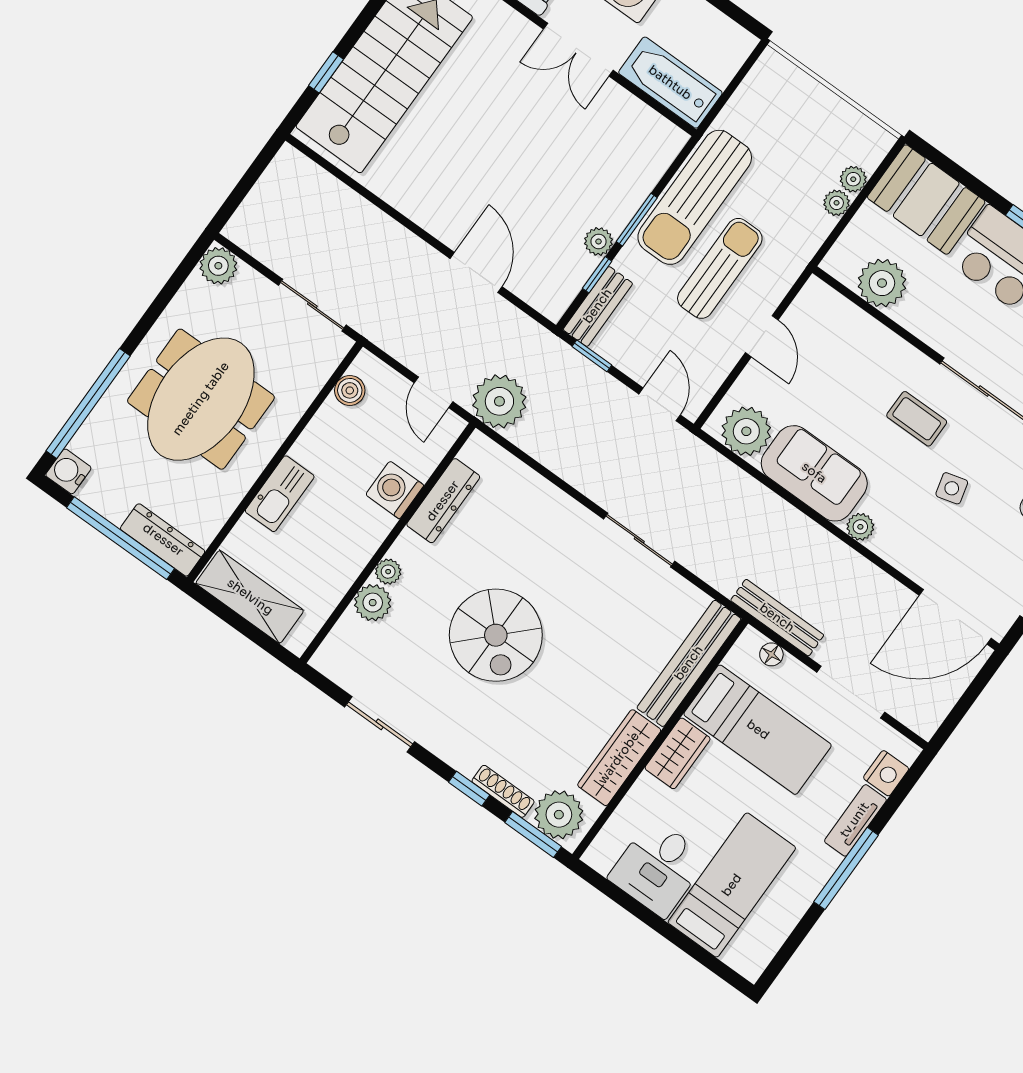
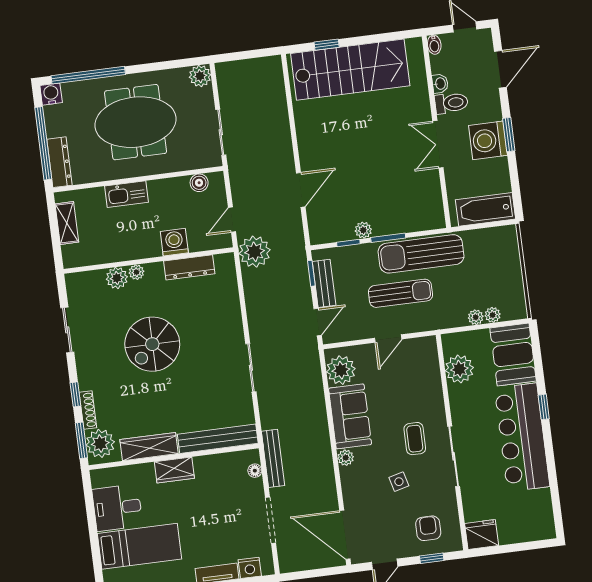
bathtub: (670, 83) -> (485, 209), moved, turned -90
bench: (598, 306) -> (324, 283), moved, turned 90
shelving: (250, 597) -> (67, 223), width x0.67, depth x0.75
bed: (758, 730) -> (217, 495), removed

